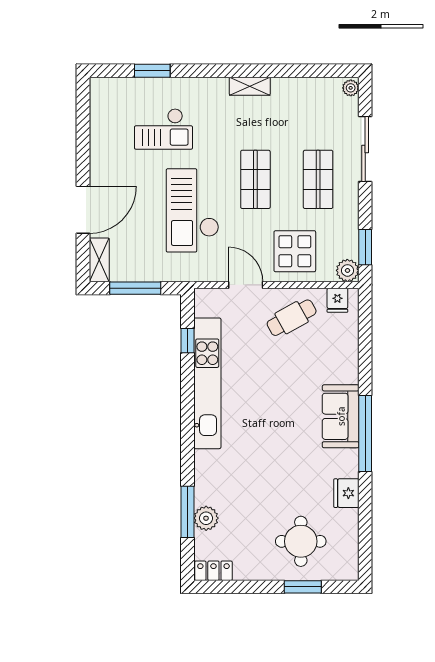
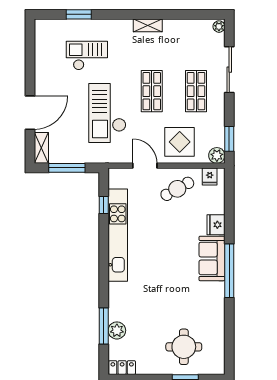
checkout: (163, 129) -> (87, 56), turned 180
fridge: (346, 493) -> (216, 225), moved

